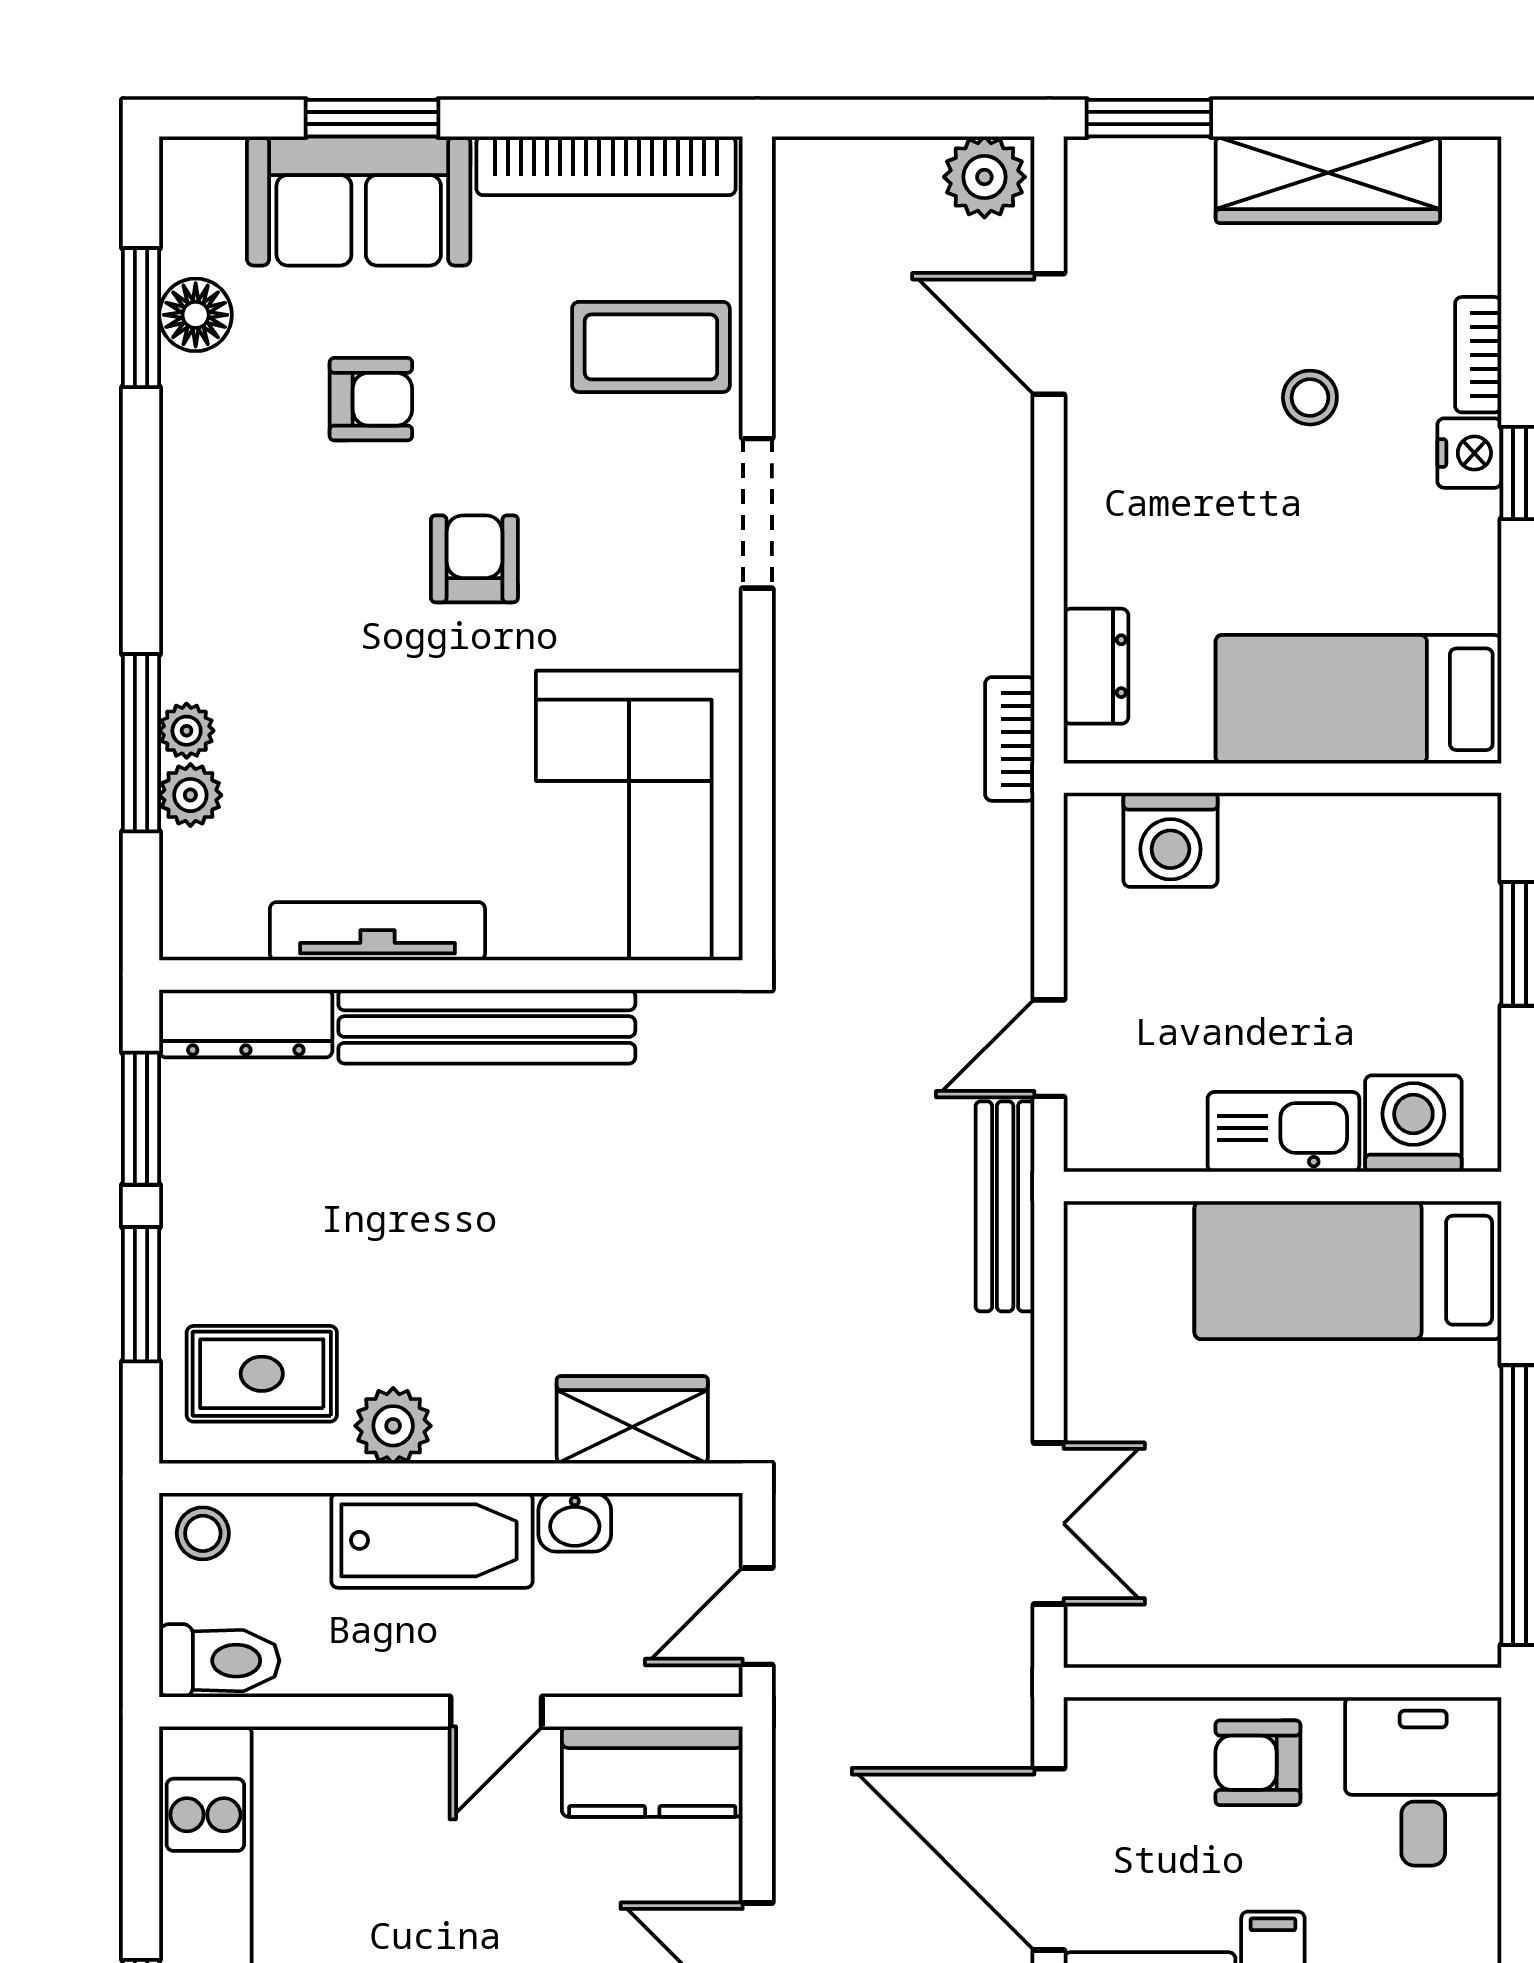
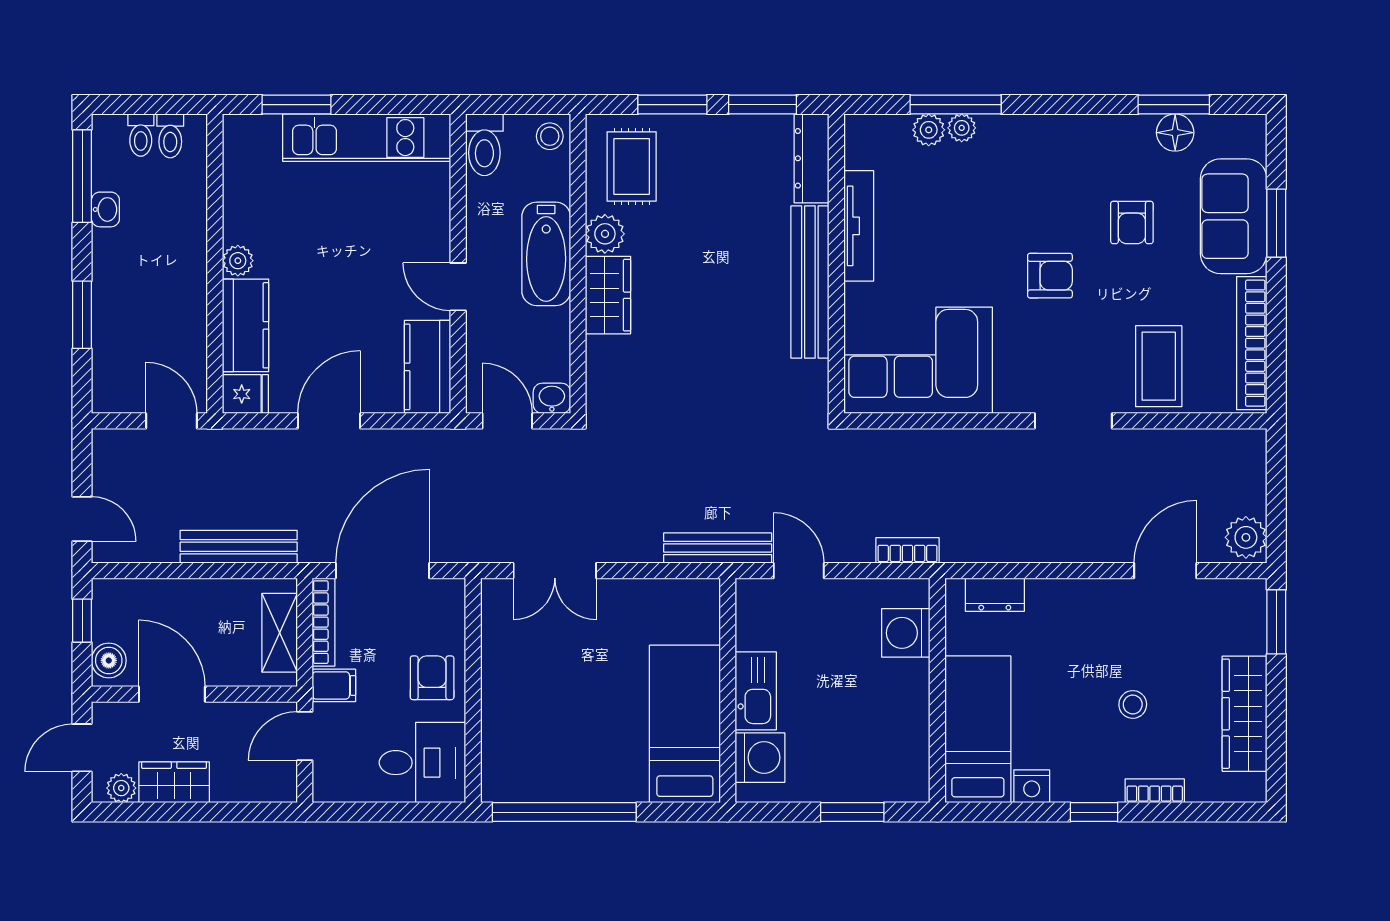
nightstand: (1469, 453) -> (1032, 786), moved
bookcase: (1010, 739) -> (908, 550), moved
wardrobe: (632, 1420) -> (608, 295), moved
washbasin: (575, 1522) -> (552, 398), moved, turned 90

